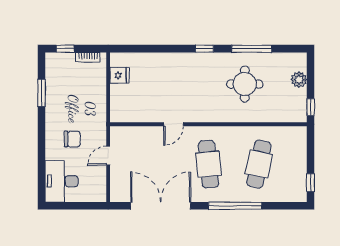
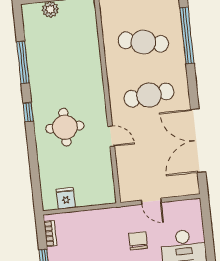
round table: (245, 84) -> (65, 127), moved
window: (235, 206) -> (187, 35), moved

